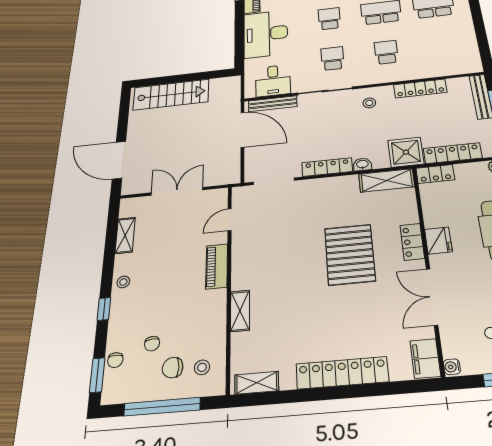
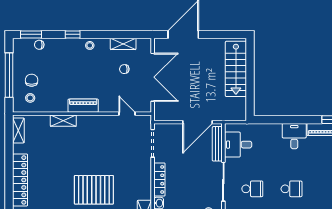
desk: (266, 34) -> (294, 136), width x0.53, depth x0.77
double door: (177, 191) -> (153, 77), width x1.36
piano: (217, 266) -> (83, 106), moved
chair: (152, 344) -> (124, 69), moved

